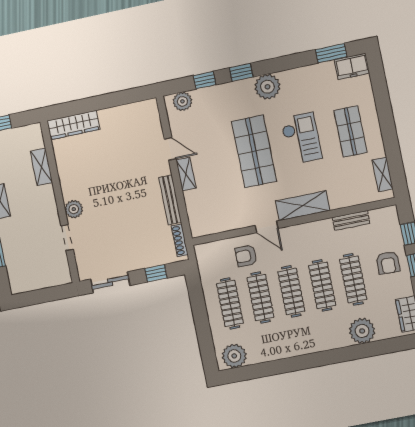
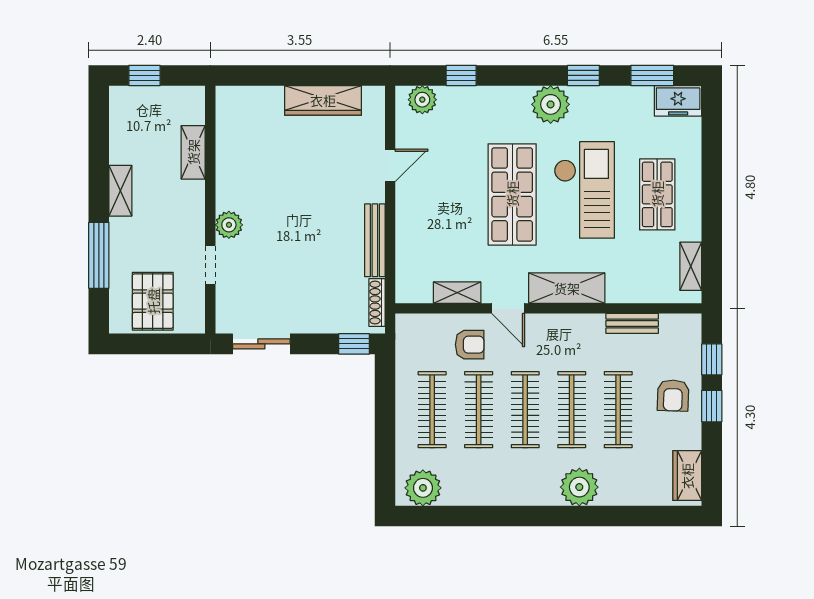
window: (241, 72) -> (583, 75), moved
wardrobe: (73, 125) -> (323, 100), moved
checkout: (301, 139) -> (584, 190), width x1.36, depth x1.21
door: (170, 149) -> (390, 165), hinge flipped
shelving: (186, 174) -> (457, 293), moved, turned 90
armchair: (246, 256) -> (470, 345), turned 180
pallet: (35, 268) -> (153, 301), added
window: (156, 273) -> (354, 344), moved
plant: (362, 331) -> (579, 487), moved

